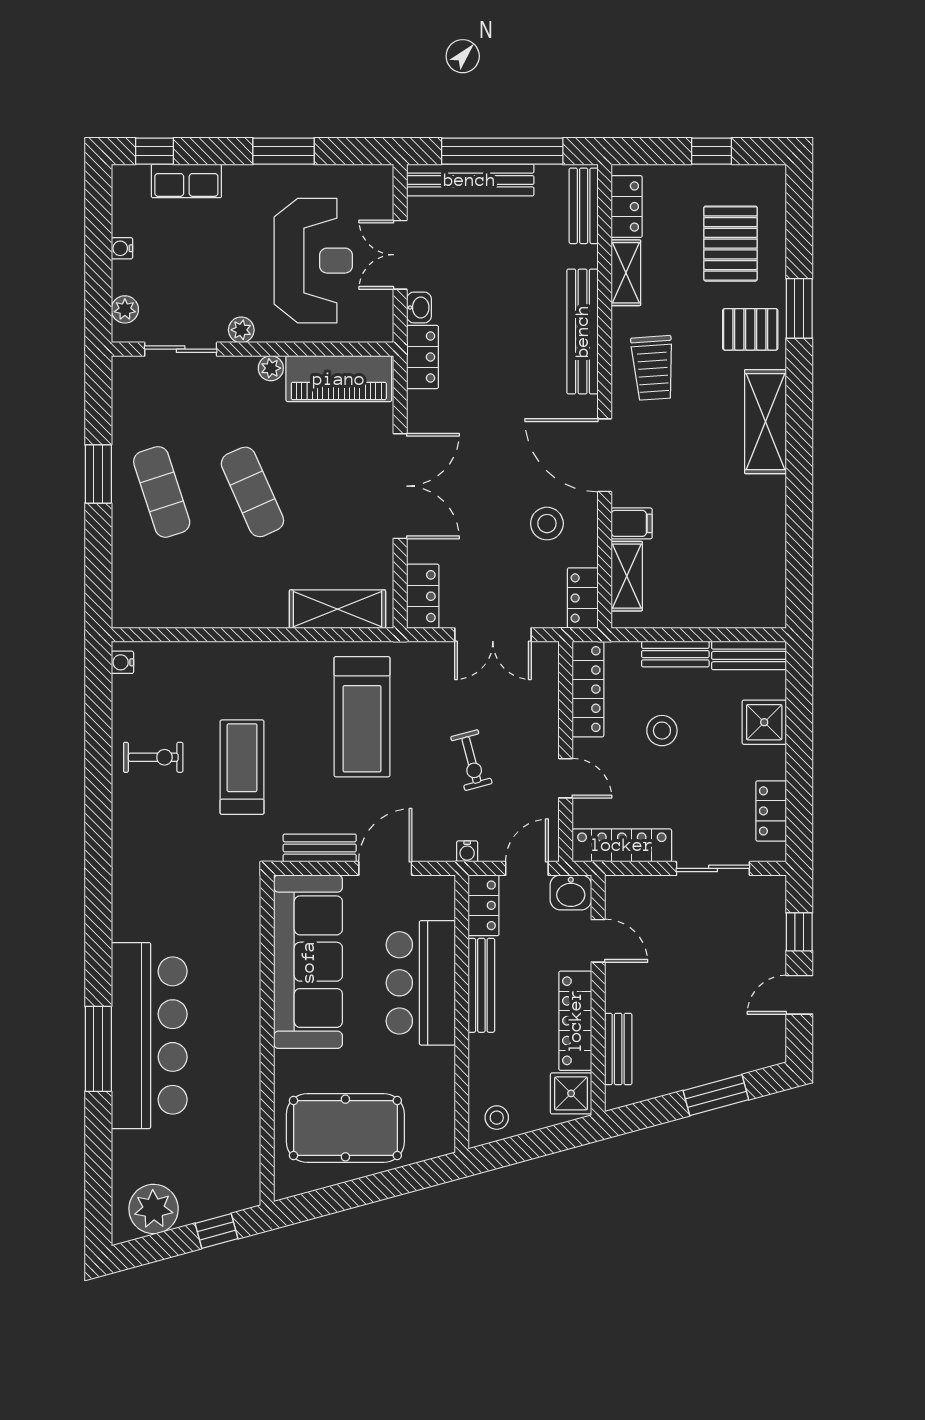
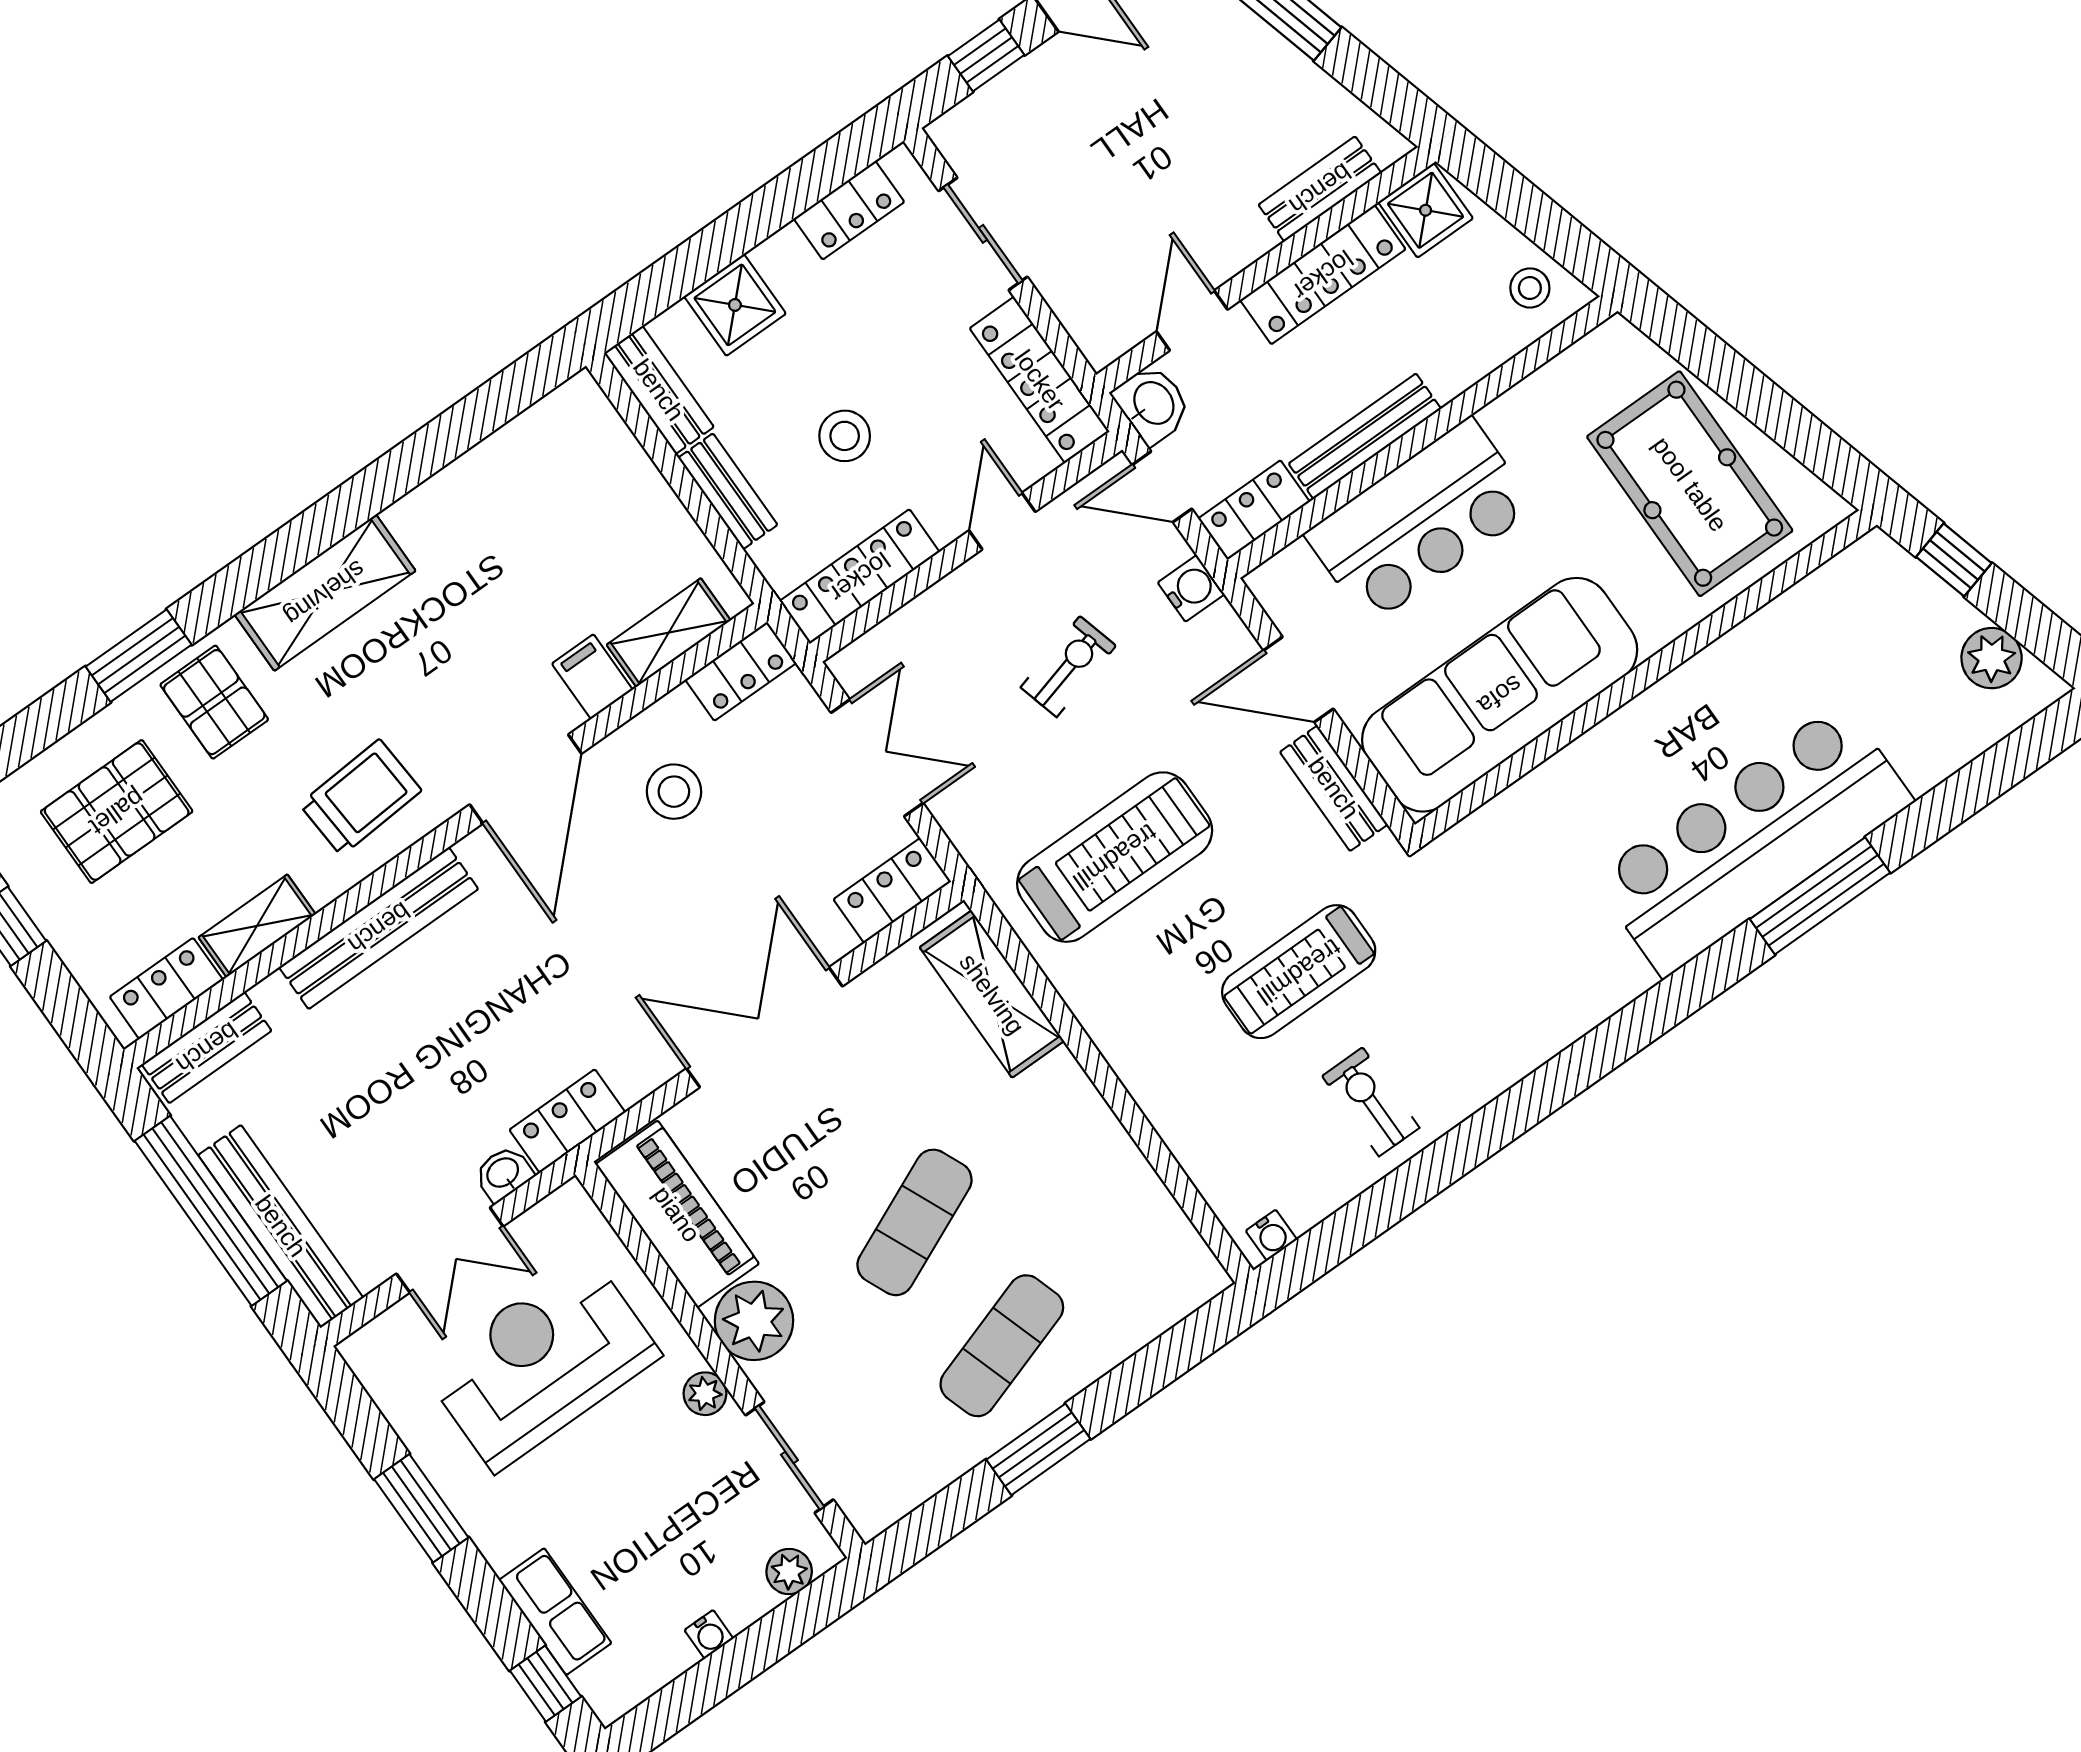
plant: (271, 368) -> (754, 1321), width x1.88, depth x1.88
water cooler: (467, 851) -> (1191, 588), width x1.38, depth x1.38
plant: (154, 1209) -> (1992, 658), width x0.73, depth x0.73

